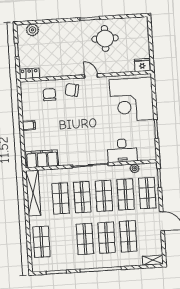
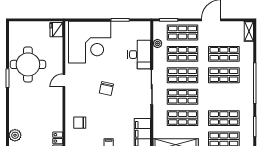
round table: (105, 39) -> (28, 64), width x1.36, depth x1.36
chair: (72, 90) -> (106, 88), moved
shop shelf: (85, 239) -> (224, 118), moved

